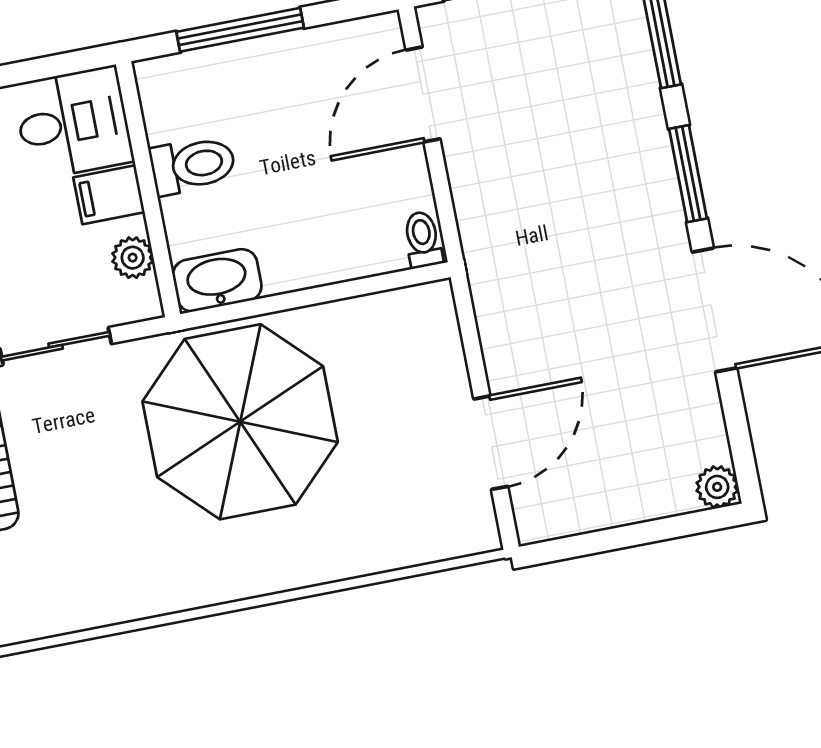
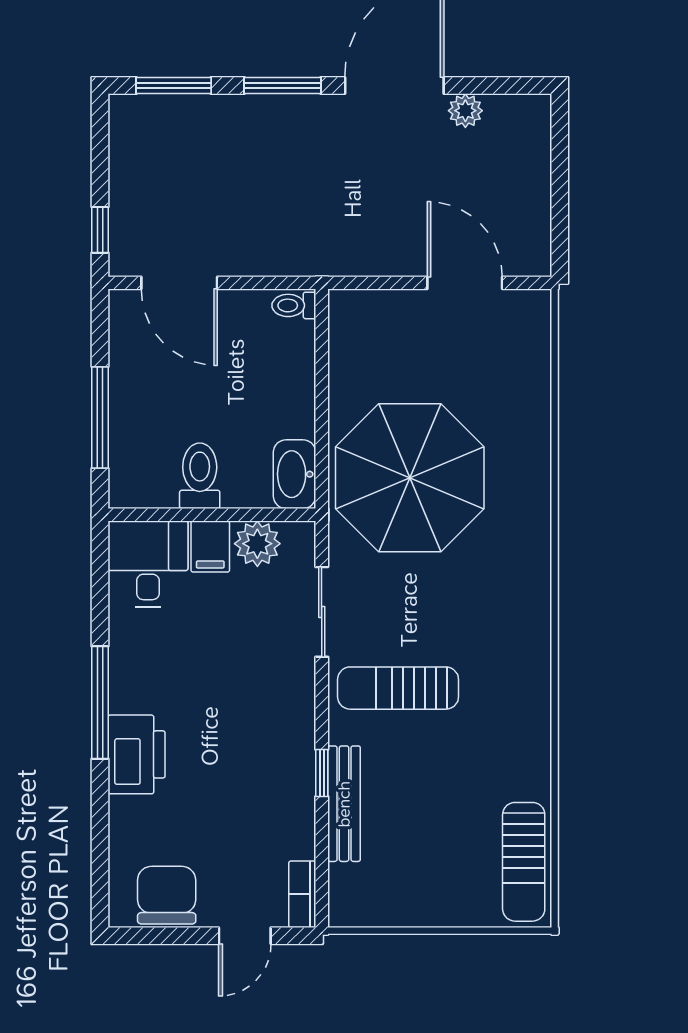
plant: (133, 258) -> (257, 544), width x1.38, depth x1.38
plant: (717, 487) -> (465, 111), moved

